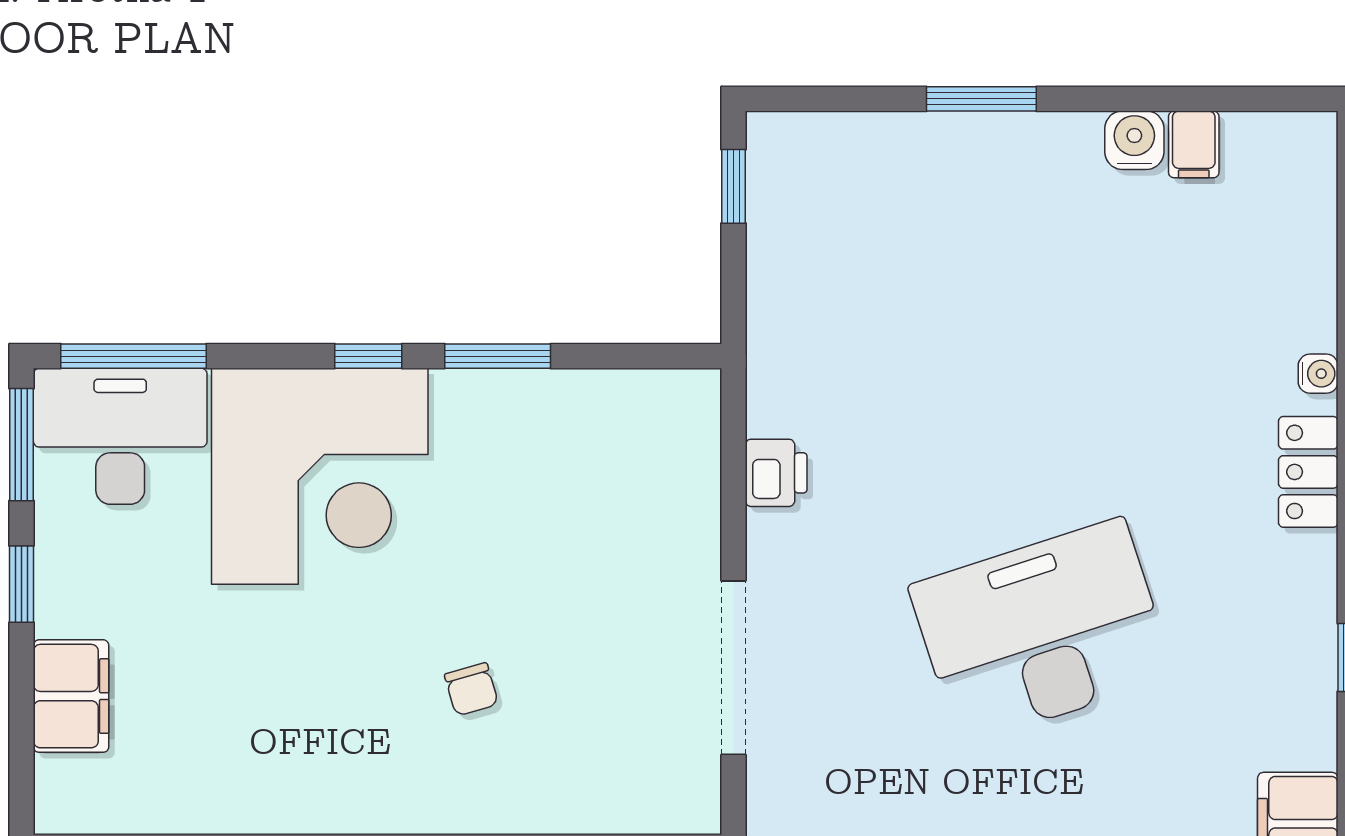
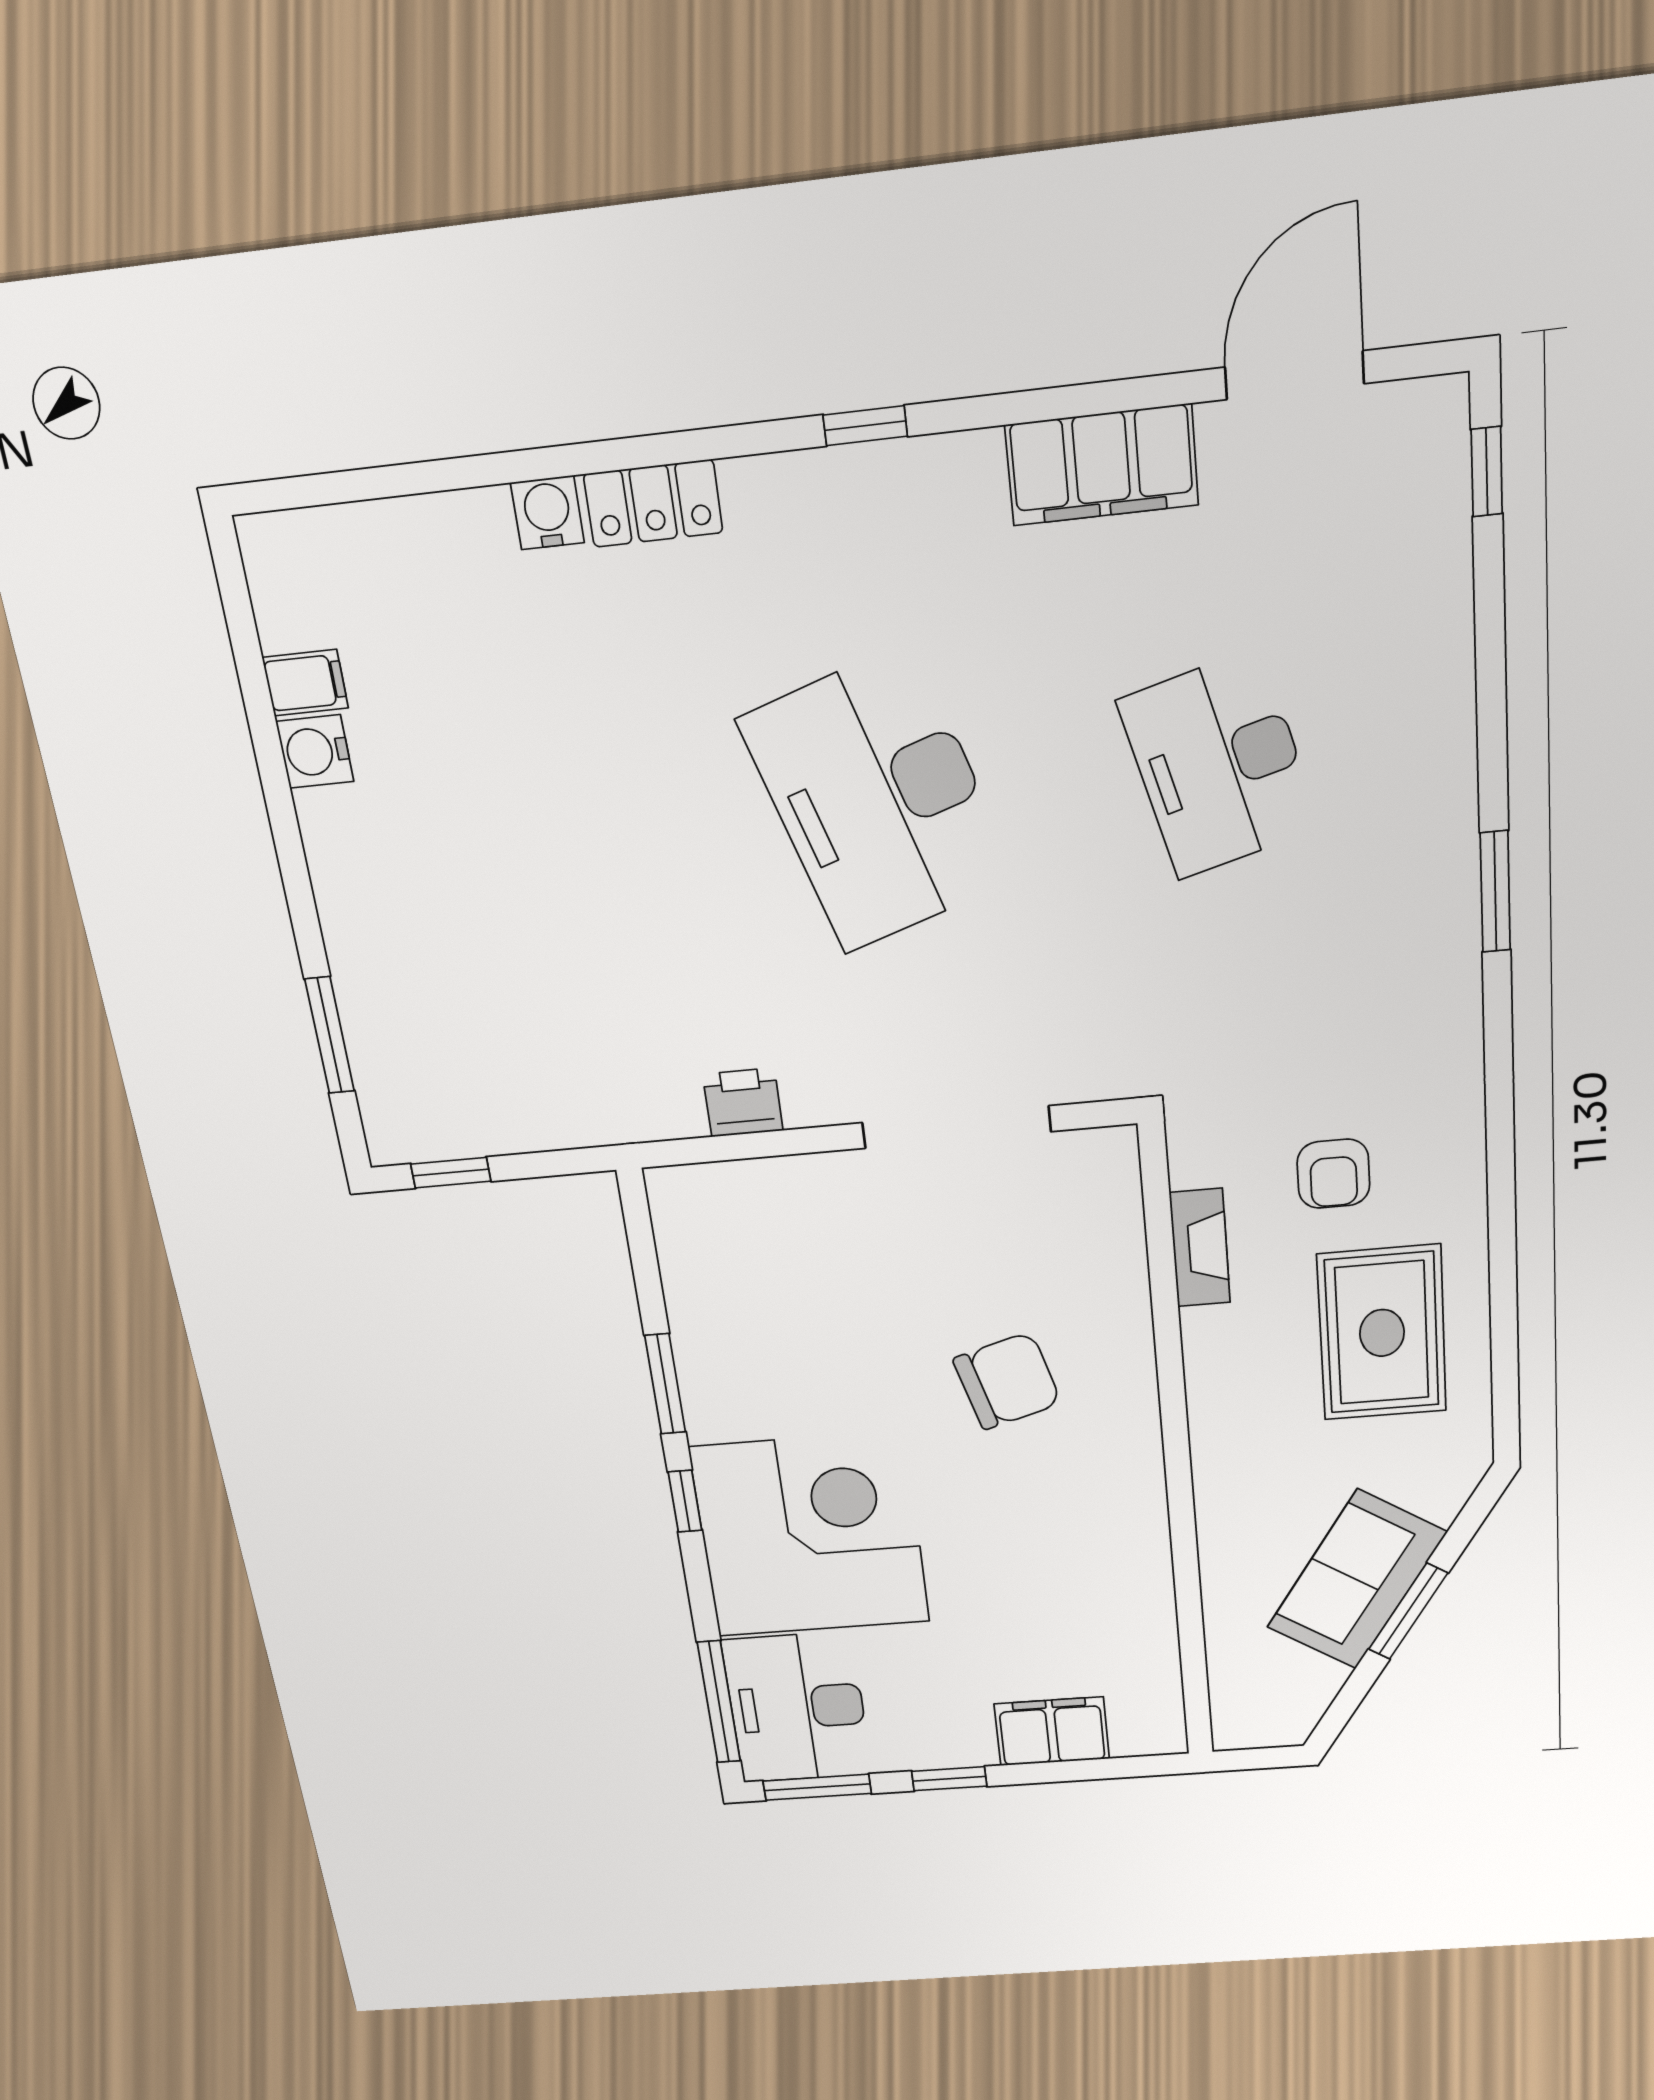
window: (981, 99) -> (330, 1035), moved
water cooler: (1318, 374) -> (547, 513), width x1.38, depth x1.38
chair: (471, 689) -> (1007, 1381), width x1.87, depth x1.87

